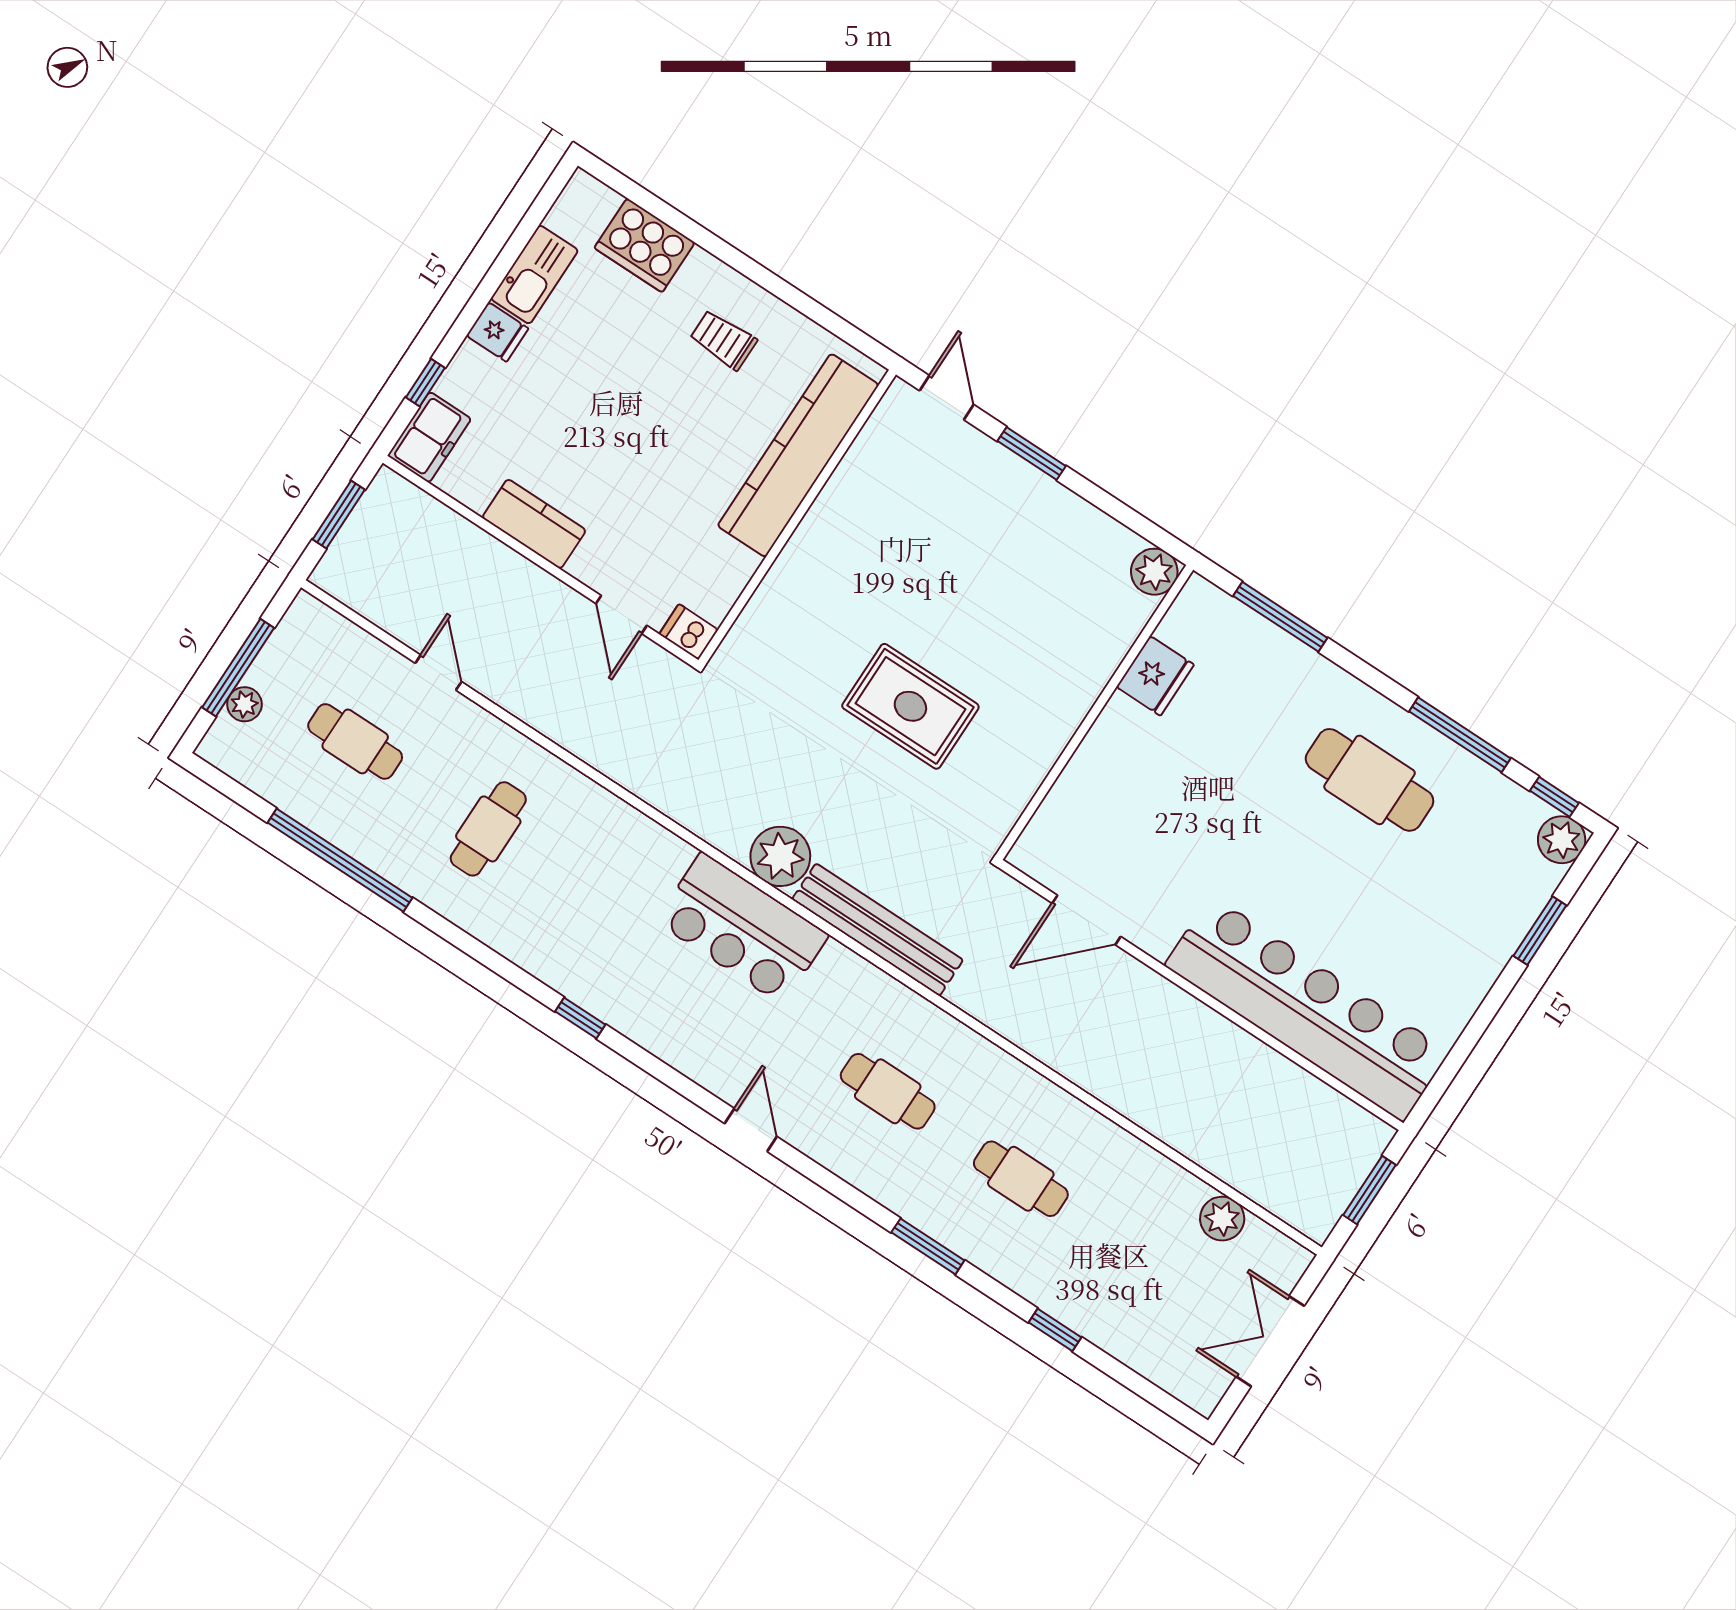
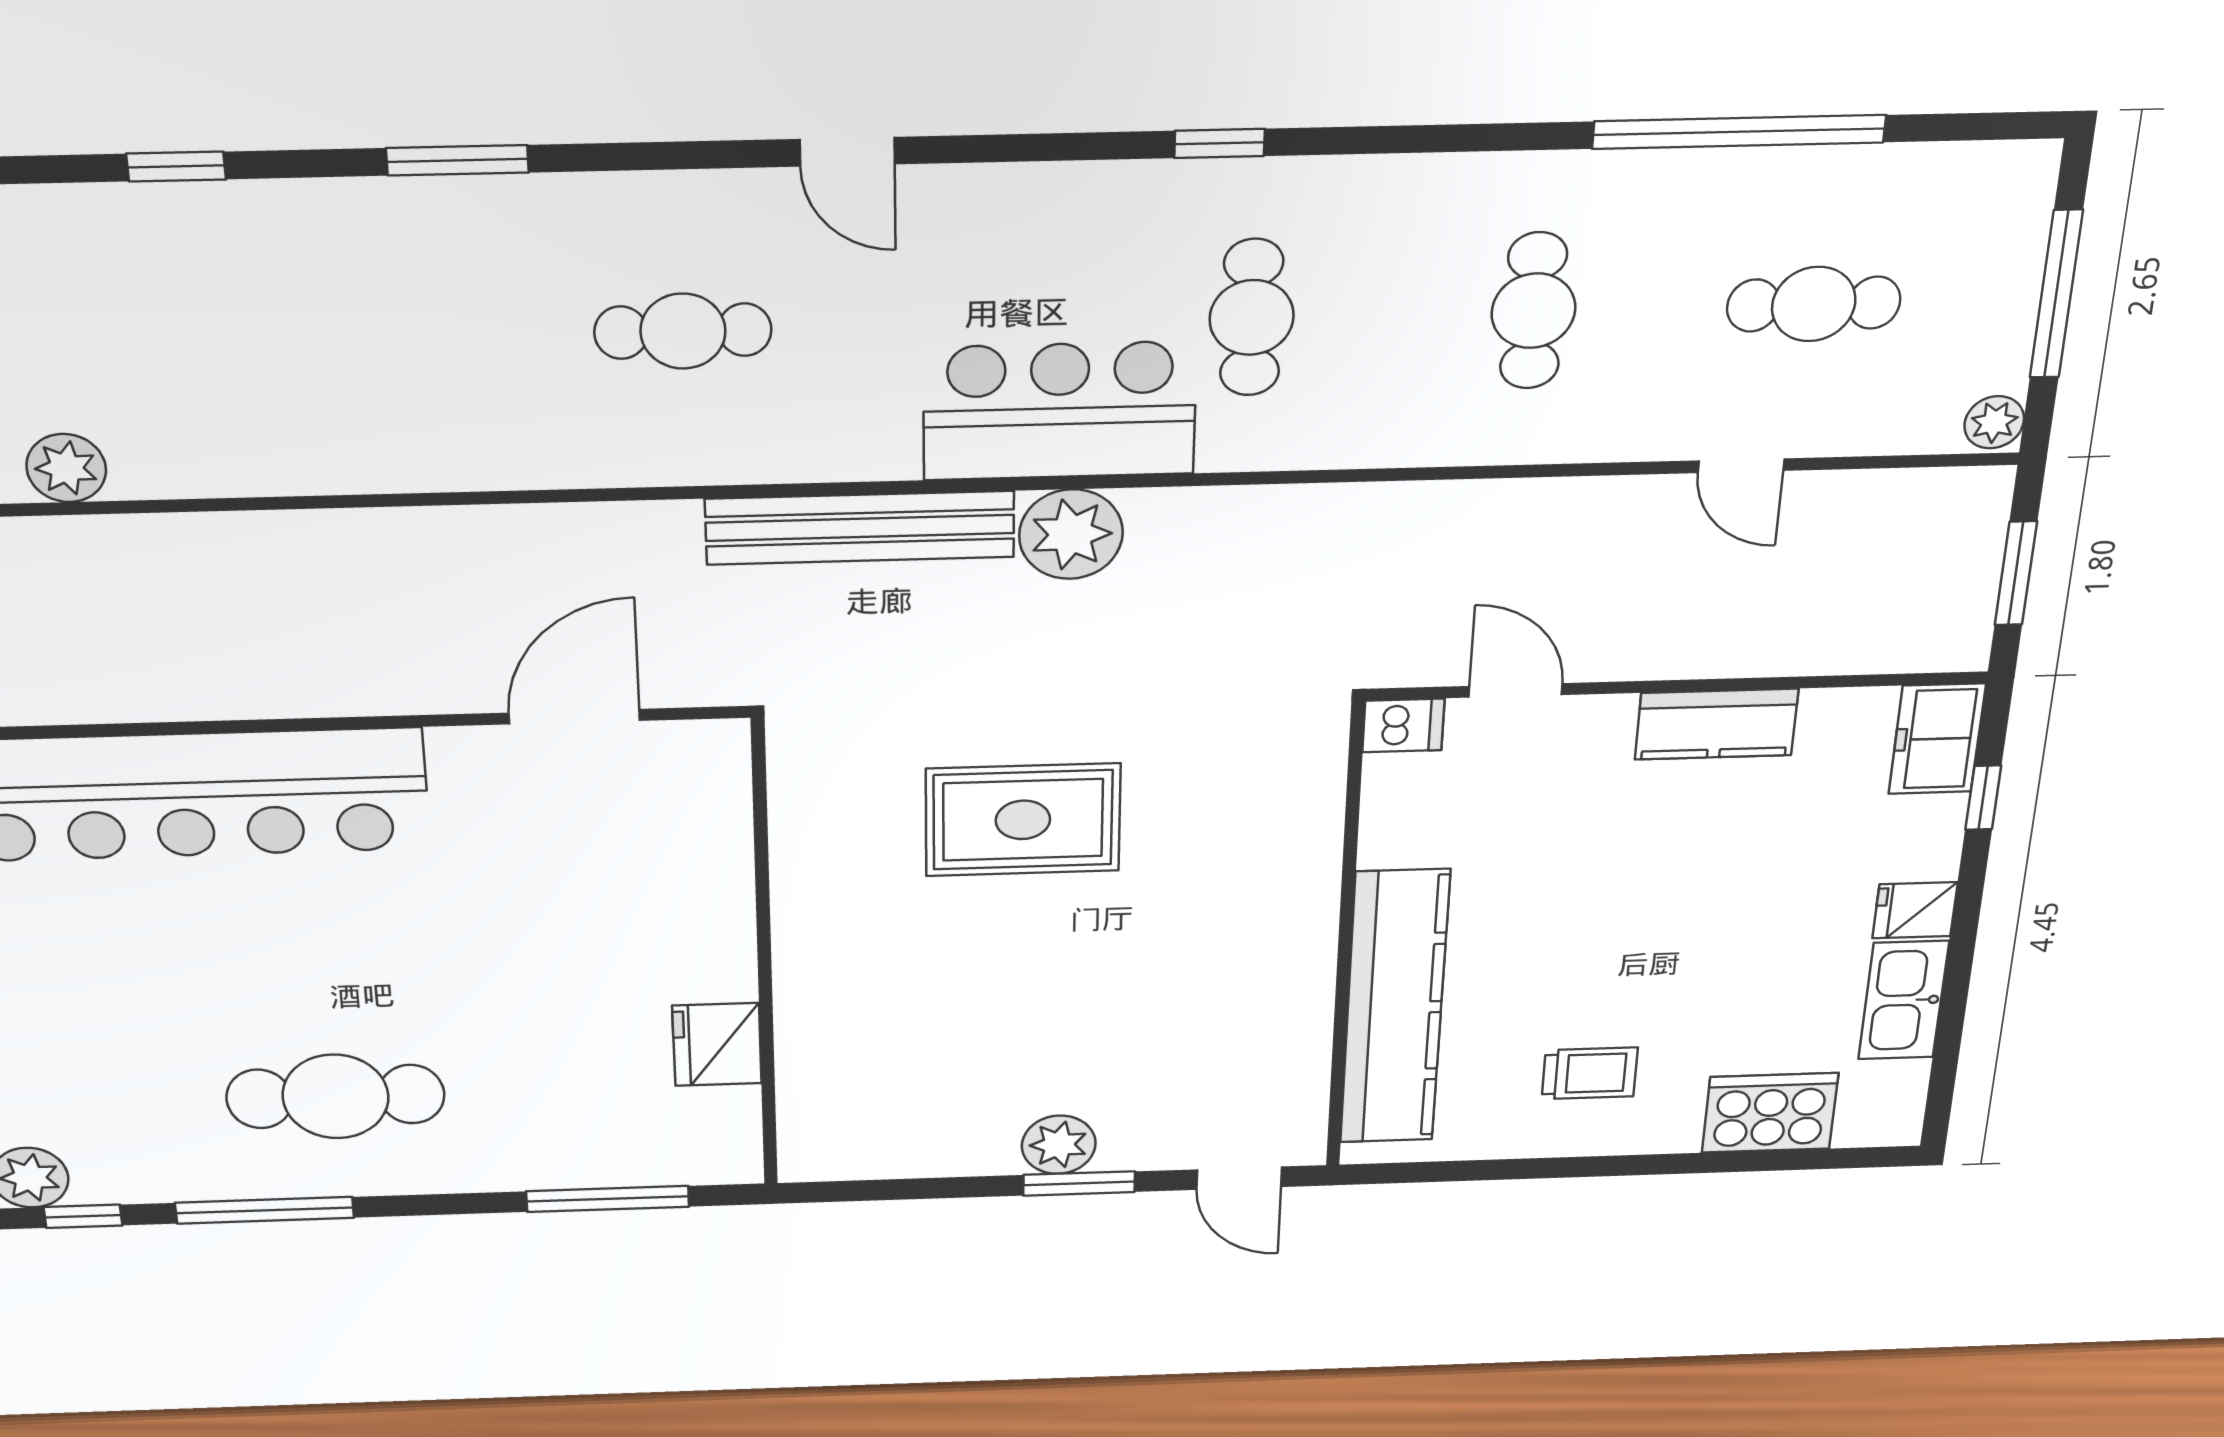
plant: (1154, 572) -> (1059, 1145), moved
plant: (244, 704) -> (1994, 422), moved
cafe table: (1021, 1179) -> (1252, 317), moved, turned 90

